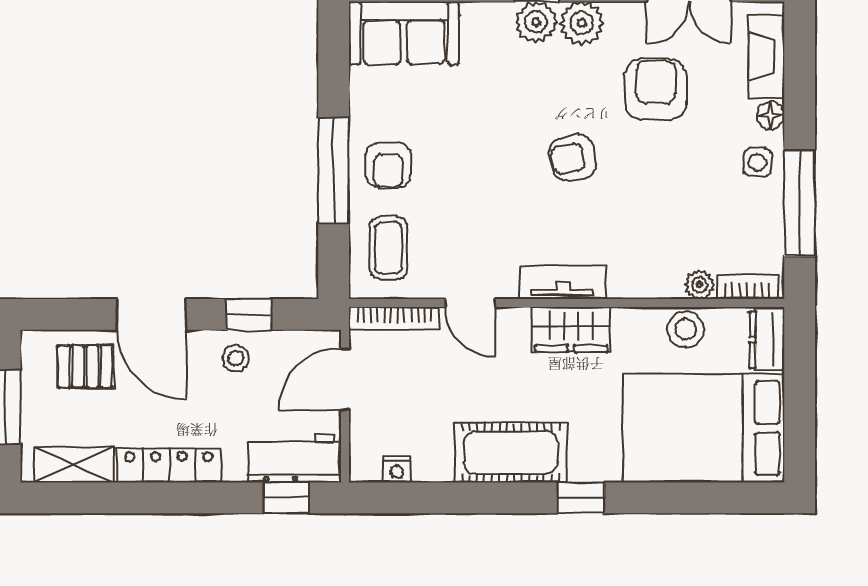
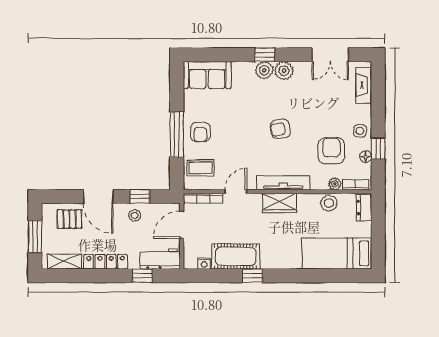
armchair: (656, 89) -> (331, 151), moved
floor lamp: (771, 115) -> (366, 156), moved
window: (800, 203) -> (378, 149), width x0.46
coffee table: (388, 248) -> (200, 168), turned 90
tv unit: (563, 283) -> (283, 183), width x1.41
door: (470, 303) -> (236, 192), swing flipped
bed: (704, 428) -> (337, 254), width x0.67
cot: (511, 453) -> (236, 256), moved
window: (286, 498) -> (142, 276), moved
window: (581, 498) -> (252, 276), moved

